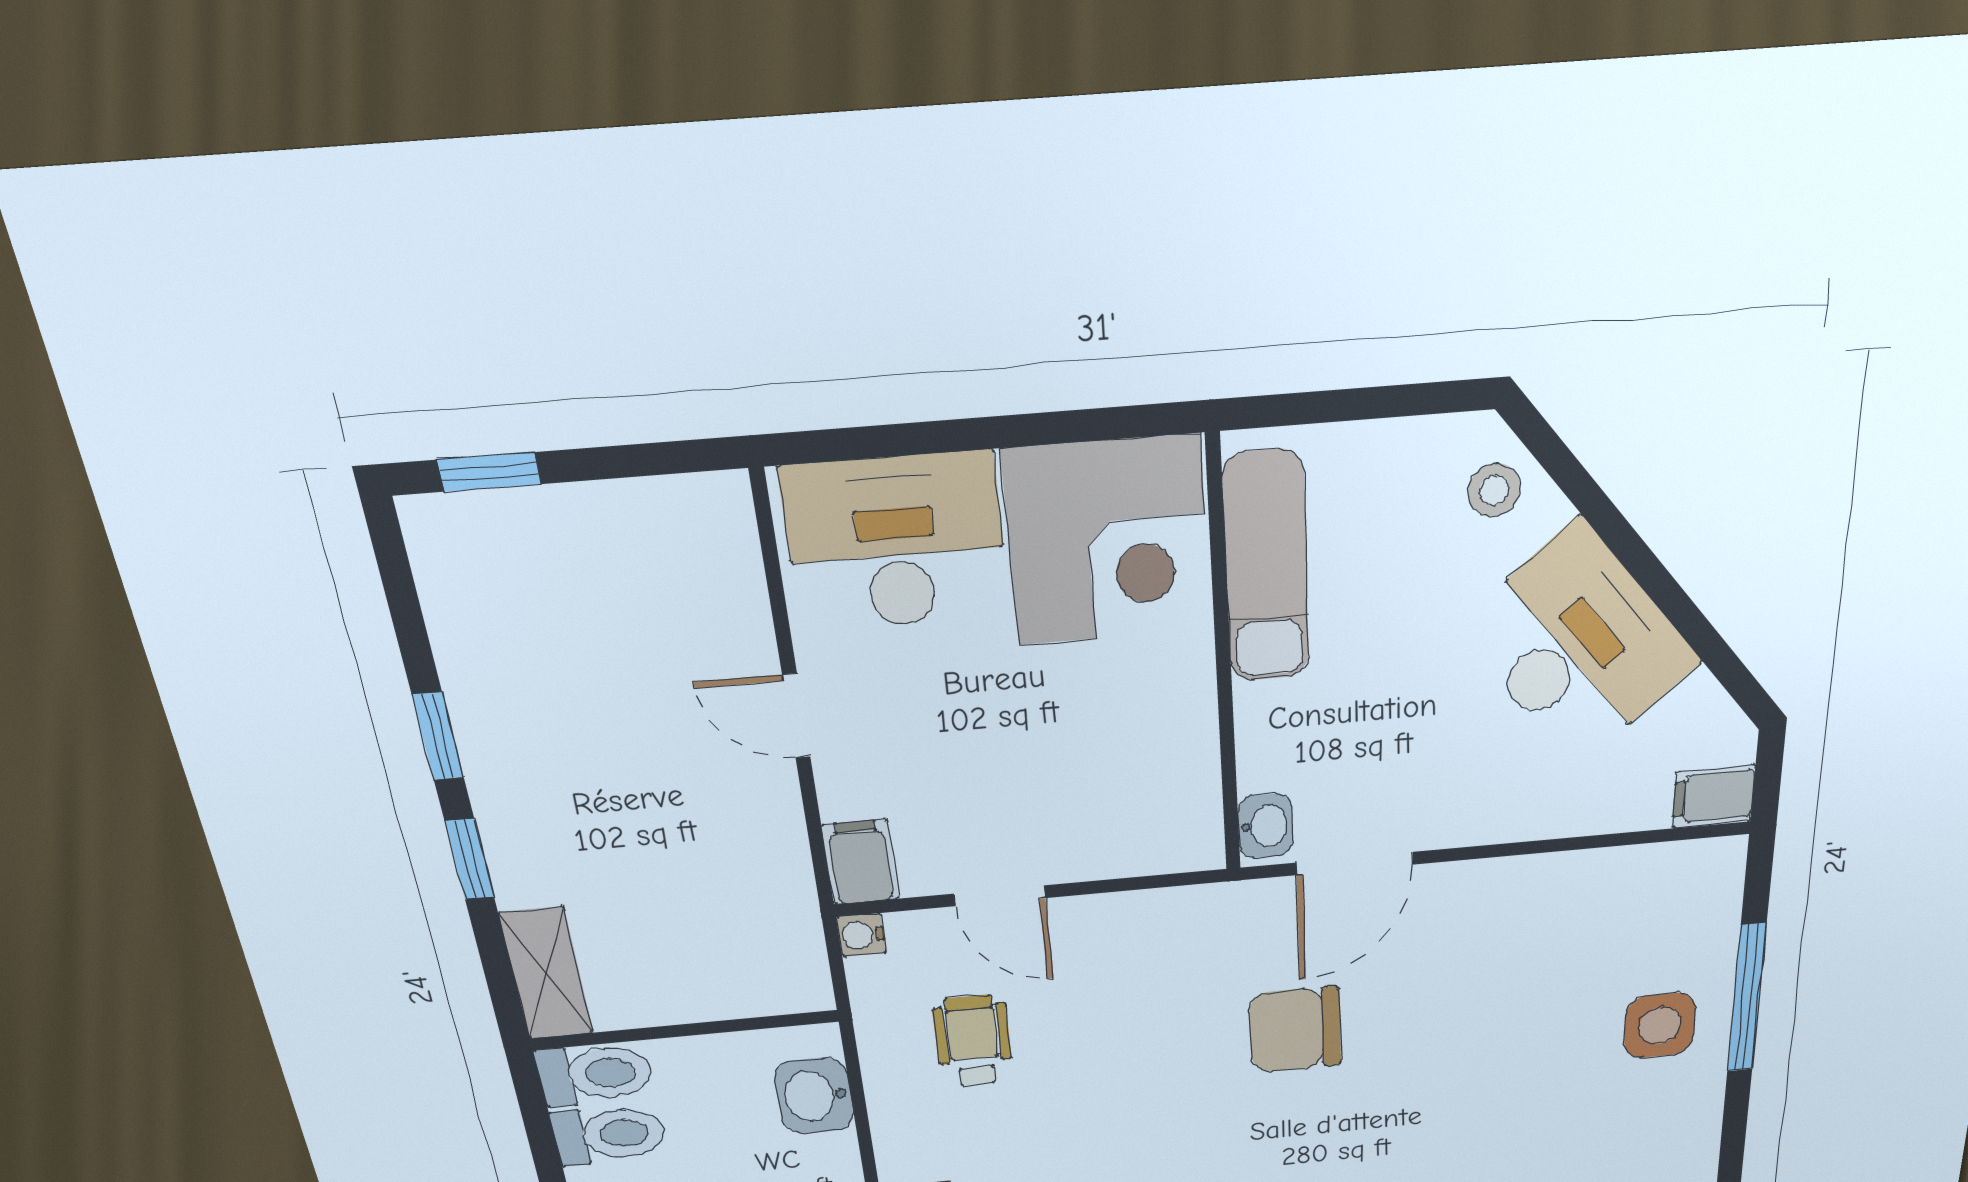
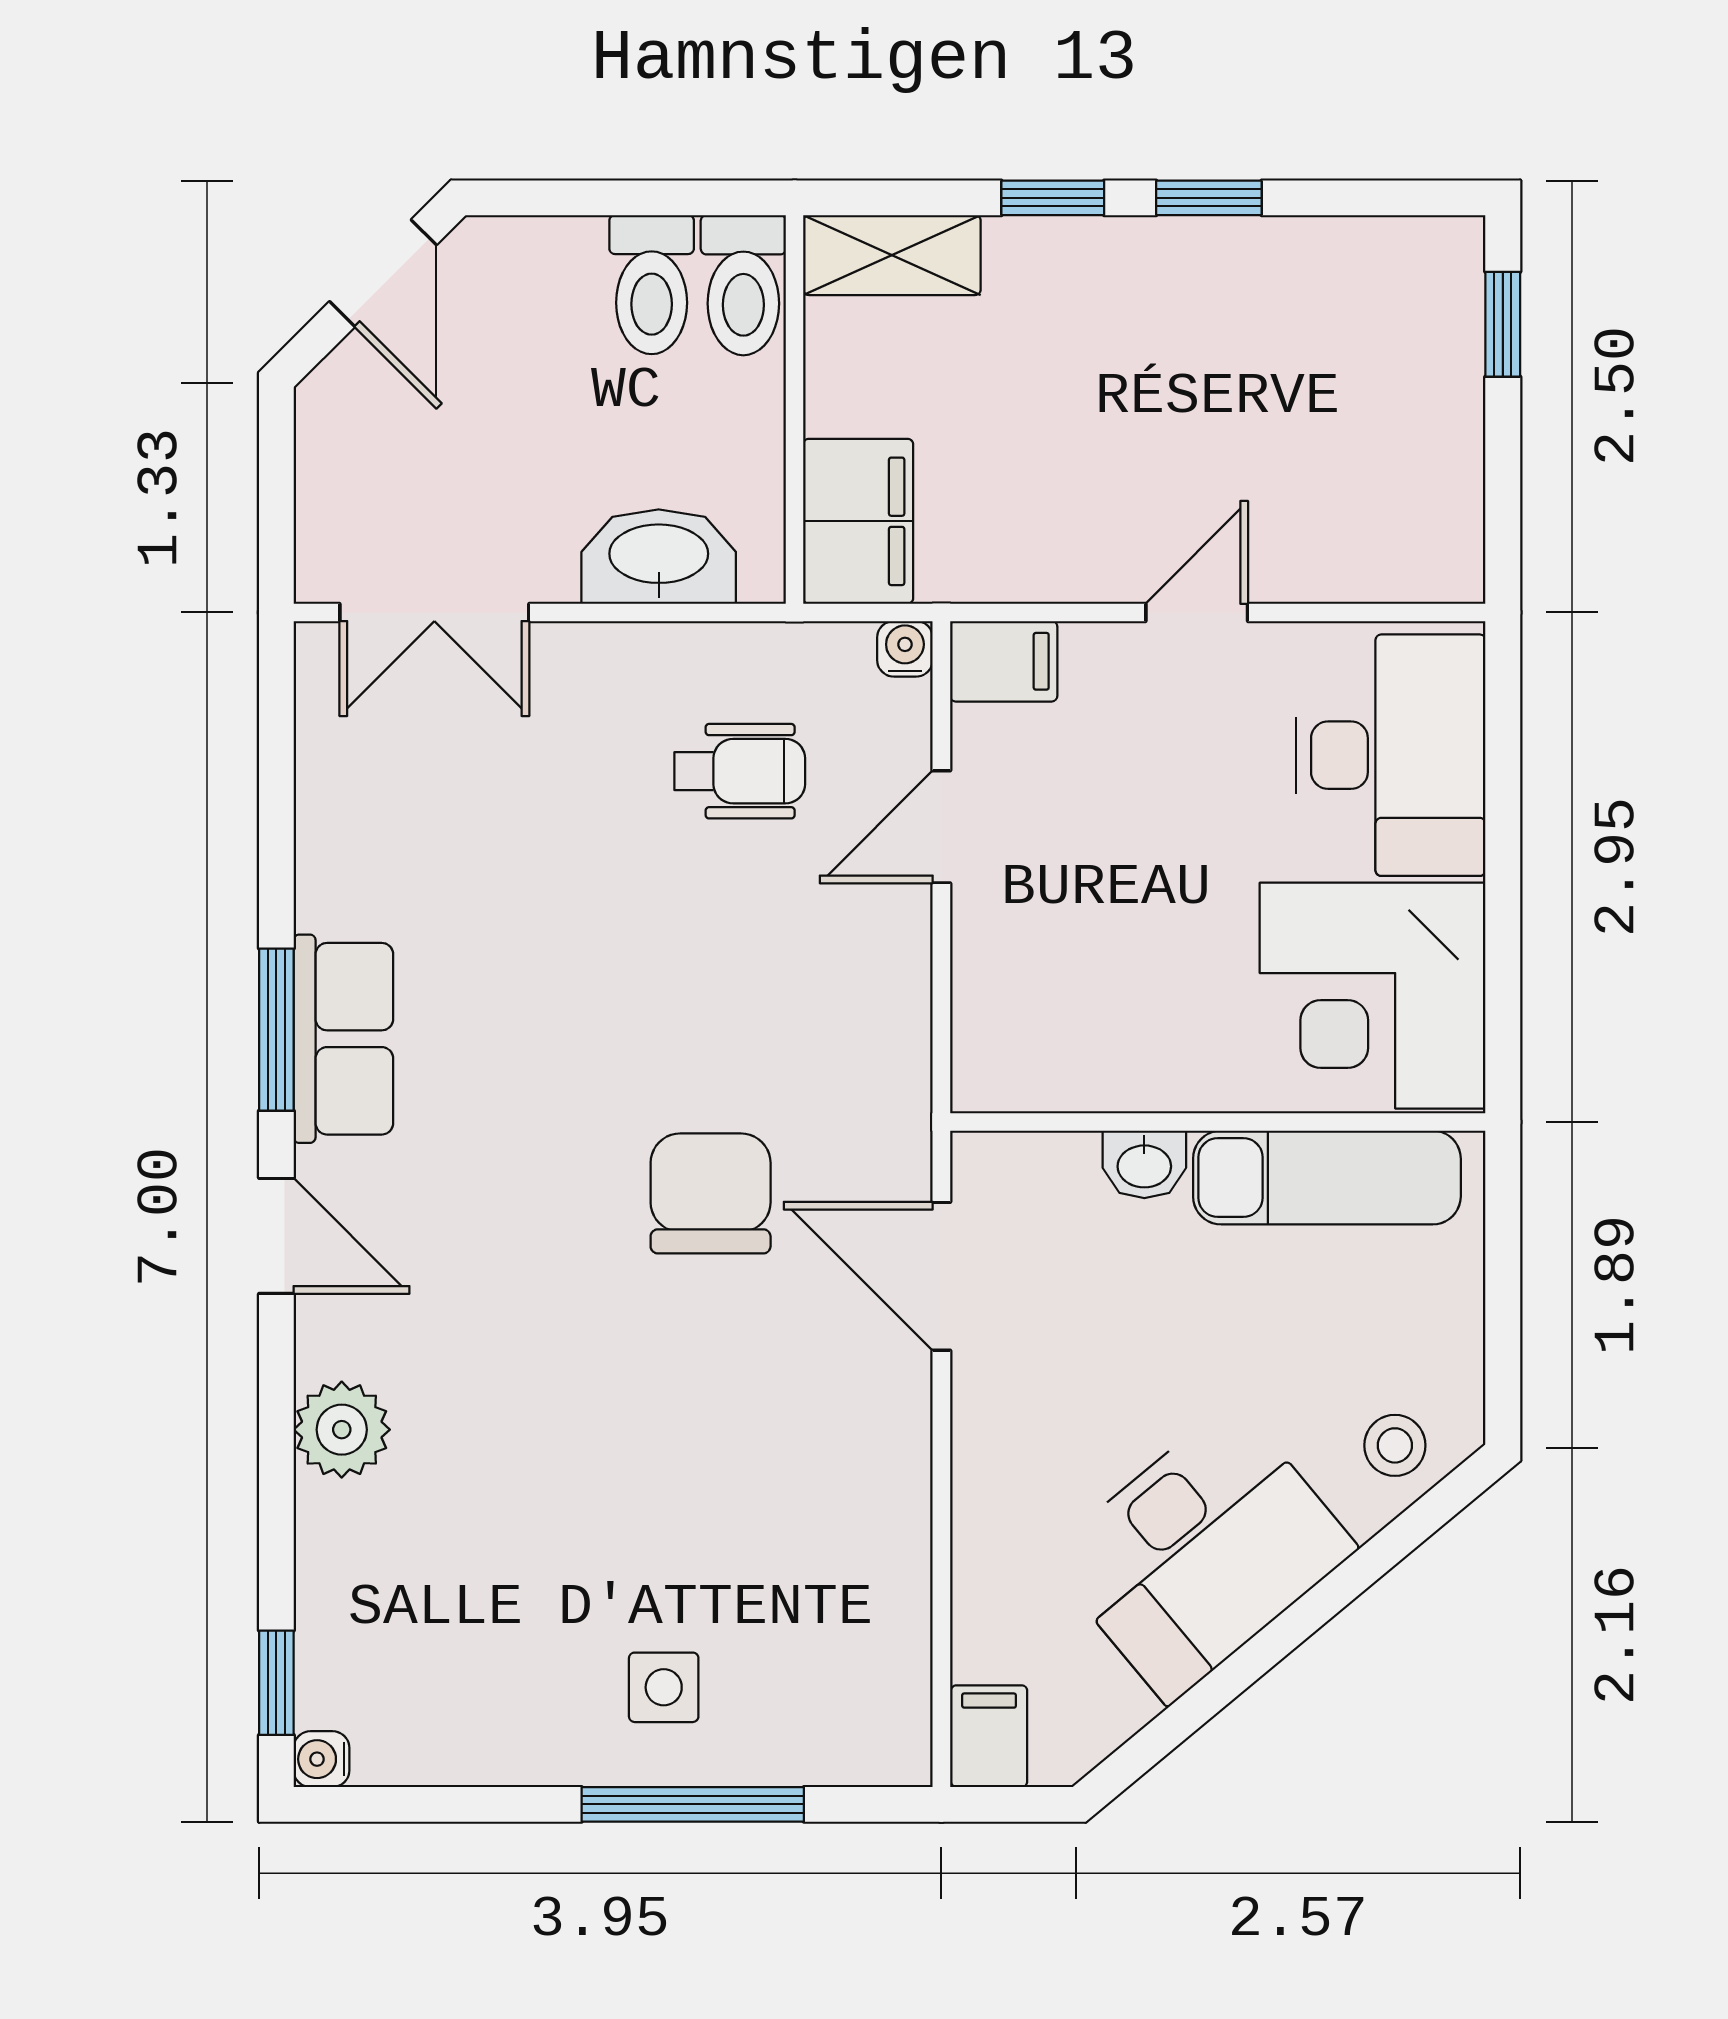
washbasin: (1265, 826) -> (1144, 1164), moved
filing cabinet: (765, 978) -> (858, 521), added
side table: (1660, 1025) -> (664, 1687), width x0.73, depth x0.73
washbasin: (814, 1096) -> (659, 557), width x1.38

